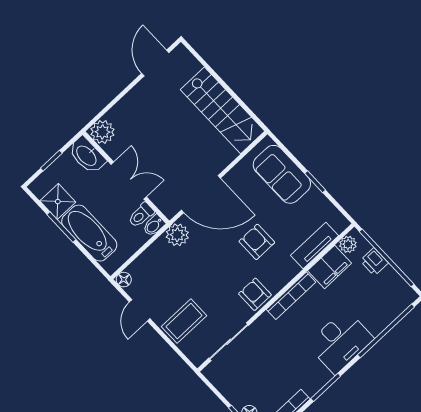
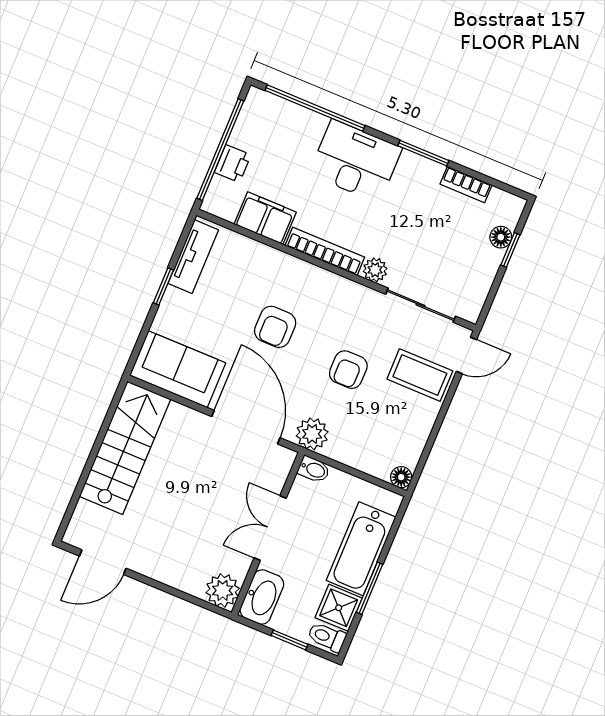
sofa: (282, 174) -> (178, 369), moved, turned -90
toilet: (141, 215) -> (327, 637), moved, turned 180
plant: (348, 244) -> (375, 270), moved
tv unit: (315, 246) -> (193, 257), moved, turned -90
armchair: (255, 294) -> (348, 370), moved
door: (140, 310) -> (466, 356), moved

